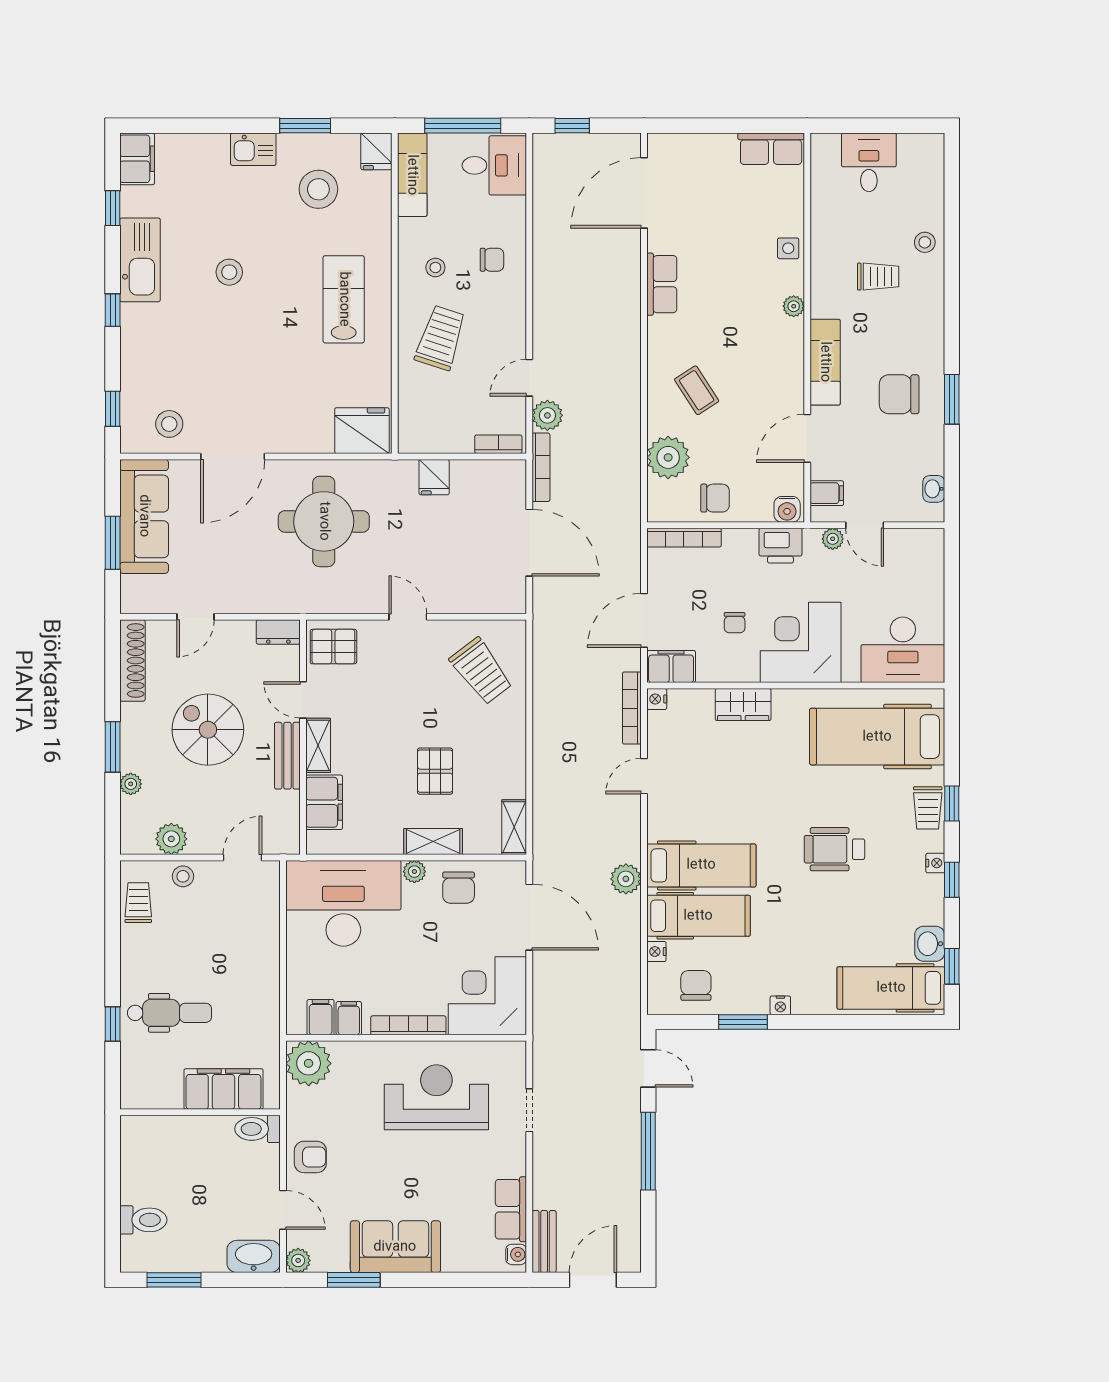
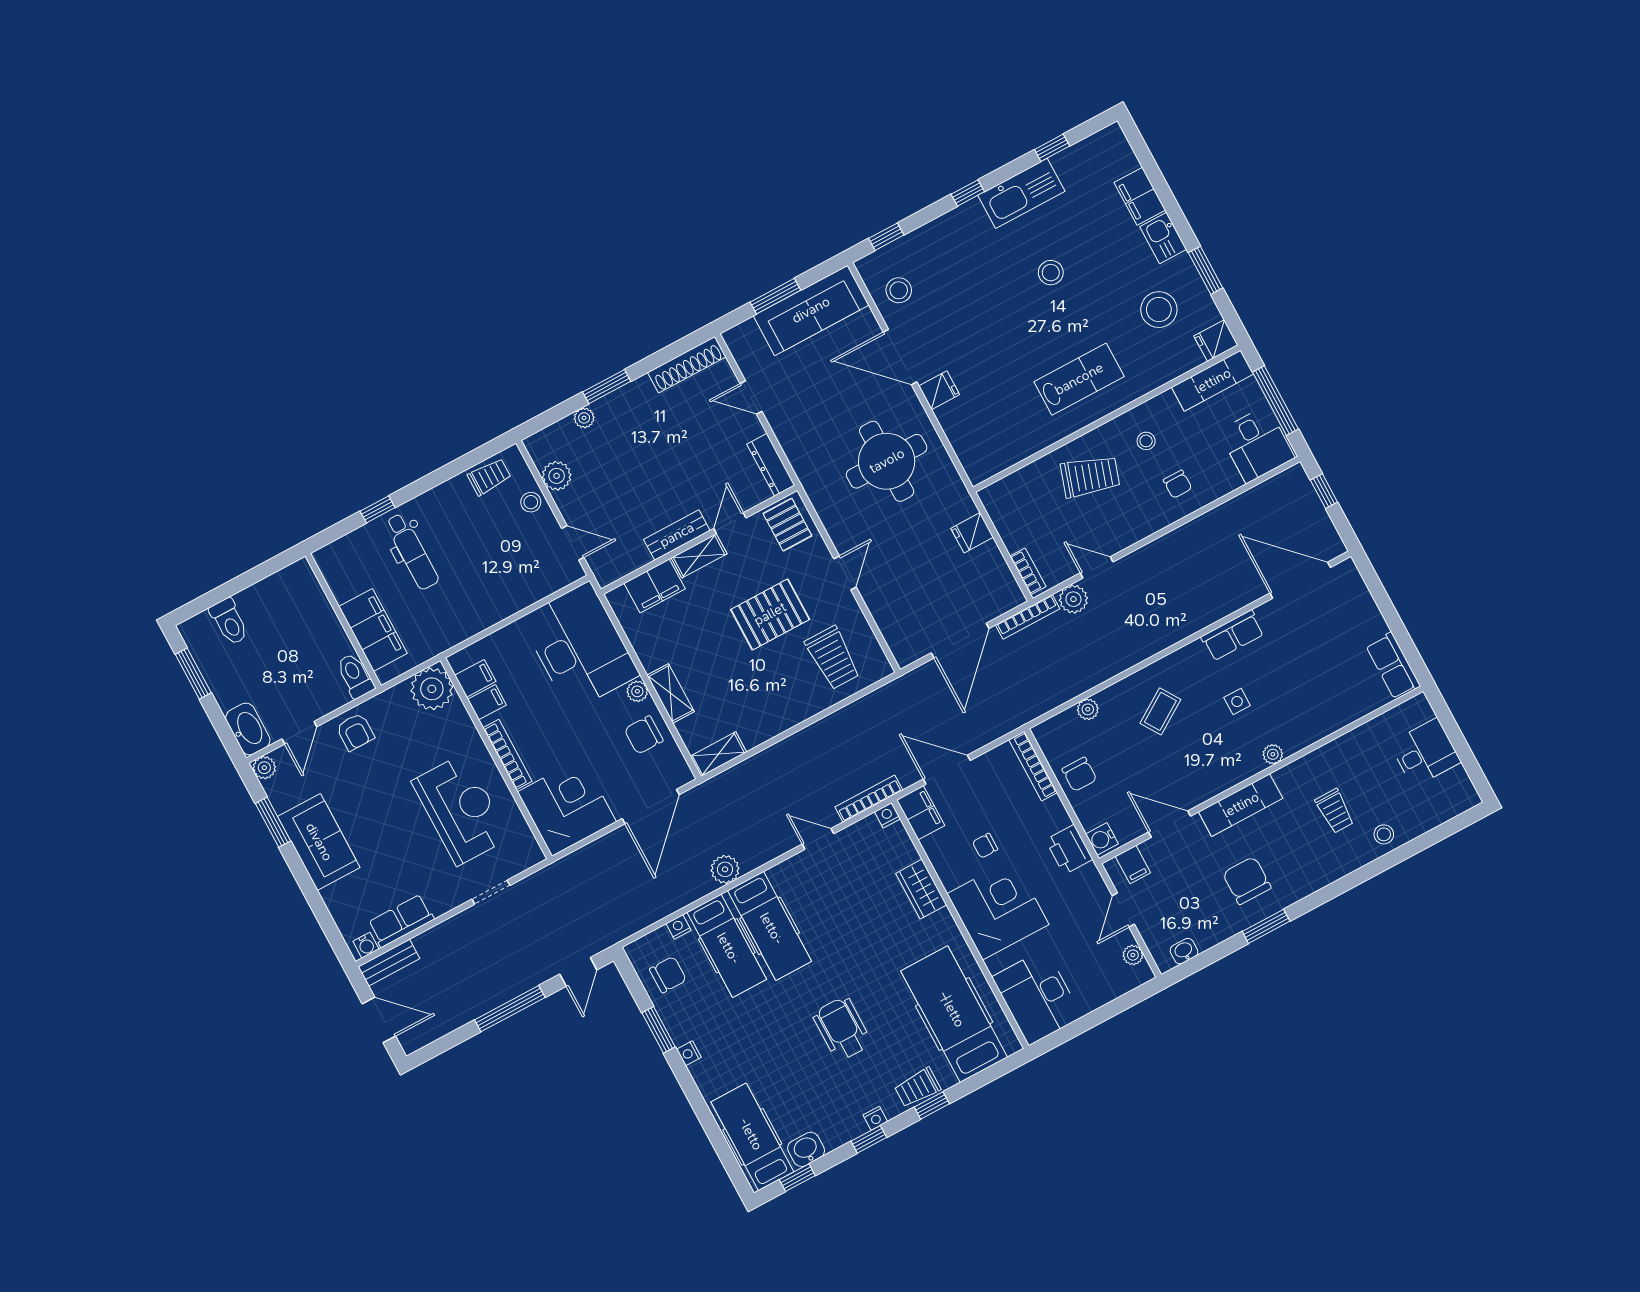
filing cabinet: (137, 159) -> (1140, 196), moved, turned 90
side table: (788, 248) -> (1237, 701), moved
fridge: (362, 431) -> (939, 390), moved, width x0.53, depth x0.75
plant: (668, 457) -> (1088, 709), width x0.53, depth x0.53
plant: (833, 539) -> (1133, 955), moved
dresser: (278, 632) -> (771, 465), width x1.44
trolley: (481, 671) -> (833, 658), turned -53
spiral stairs: (208, 730) -> (663, 458), removed
pallet: (435, 771) -> (770, 614), moved, width x1.50, depth x1.42

